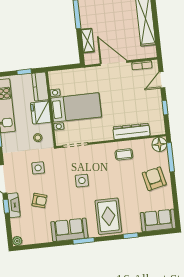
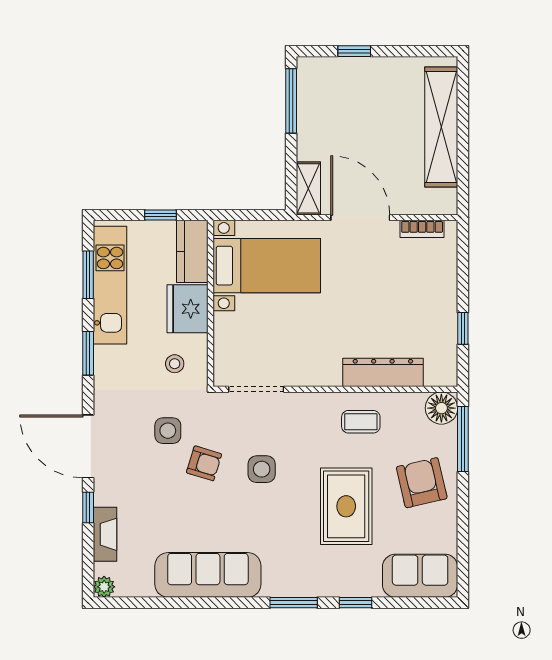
shelving: (88, 41) -> (308, 188), moved
door: (162, 80) -> (463, 266), removed
bed with nightstands: (76, 107) -> (267, 266), moved
armchair: (39, 200) -> (204, 463), moved
fireplace: (14, 205) -> (105, 534), moved
rug: (108, 216) -> (346, 506), moved
sofa: (69, 230) -> (208, 575), width x1.36
window: (84, 241) -> (294, 603), moved

